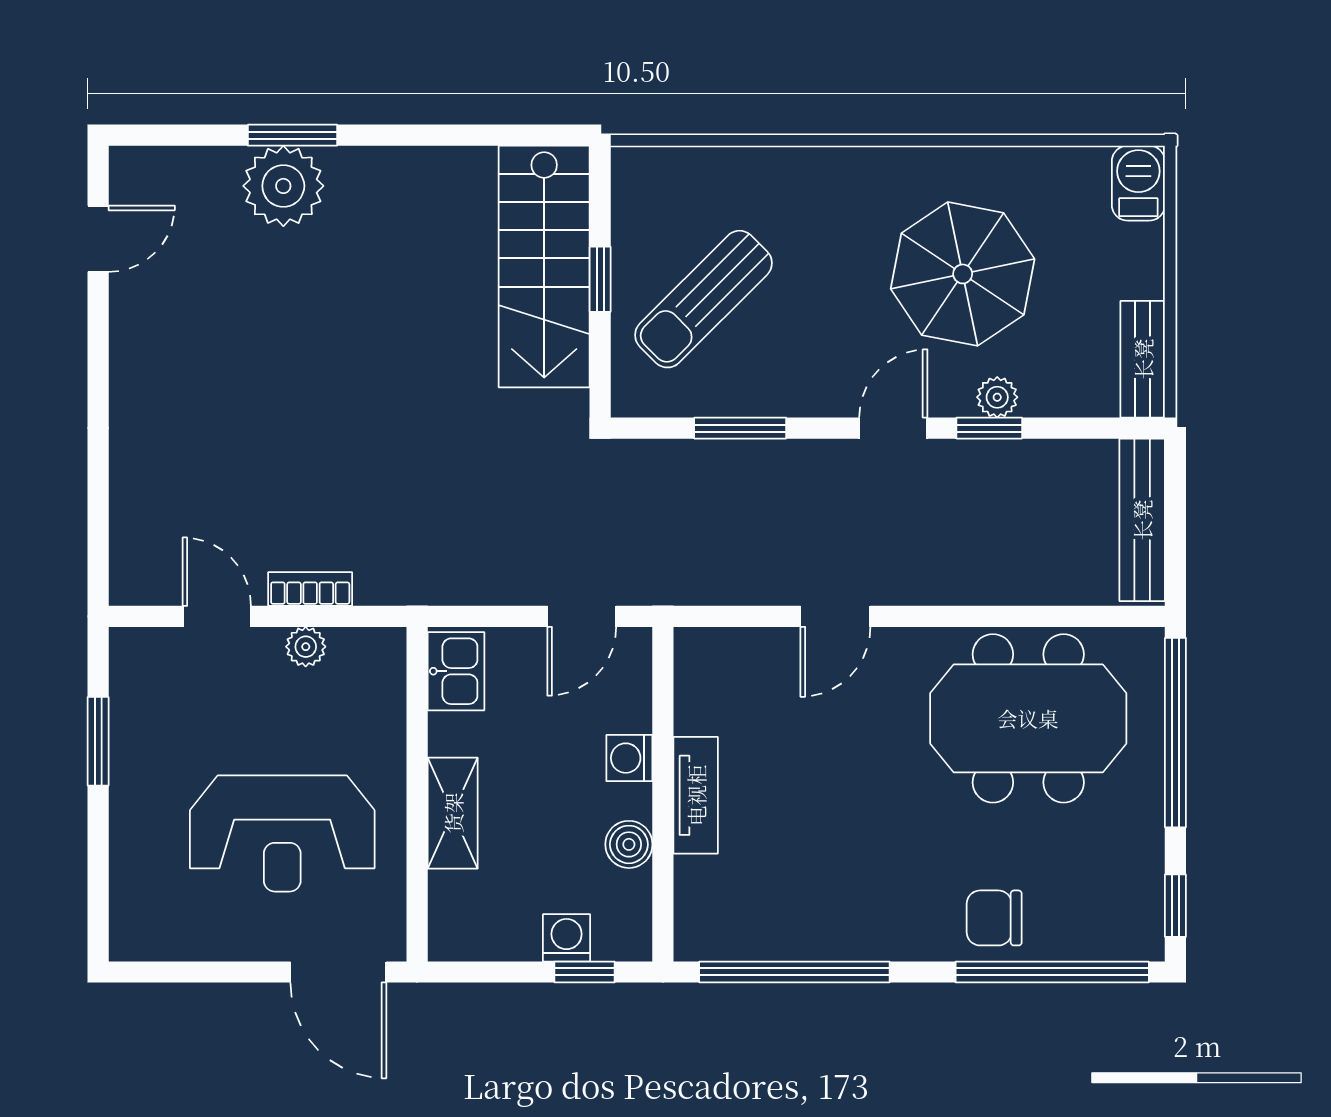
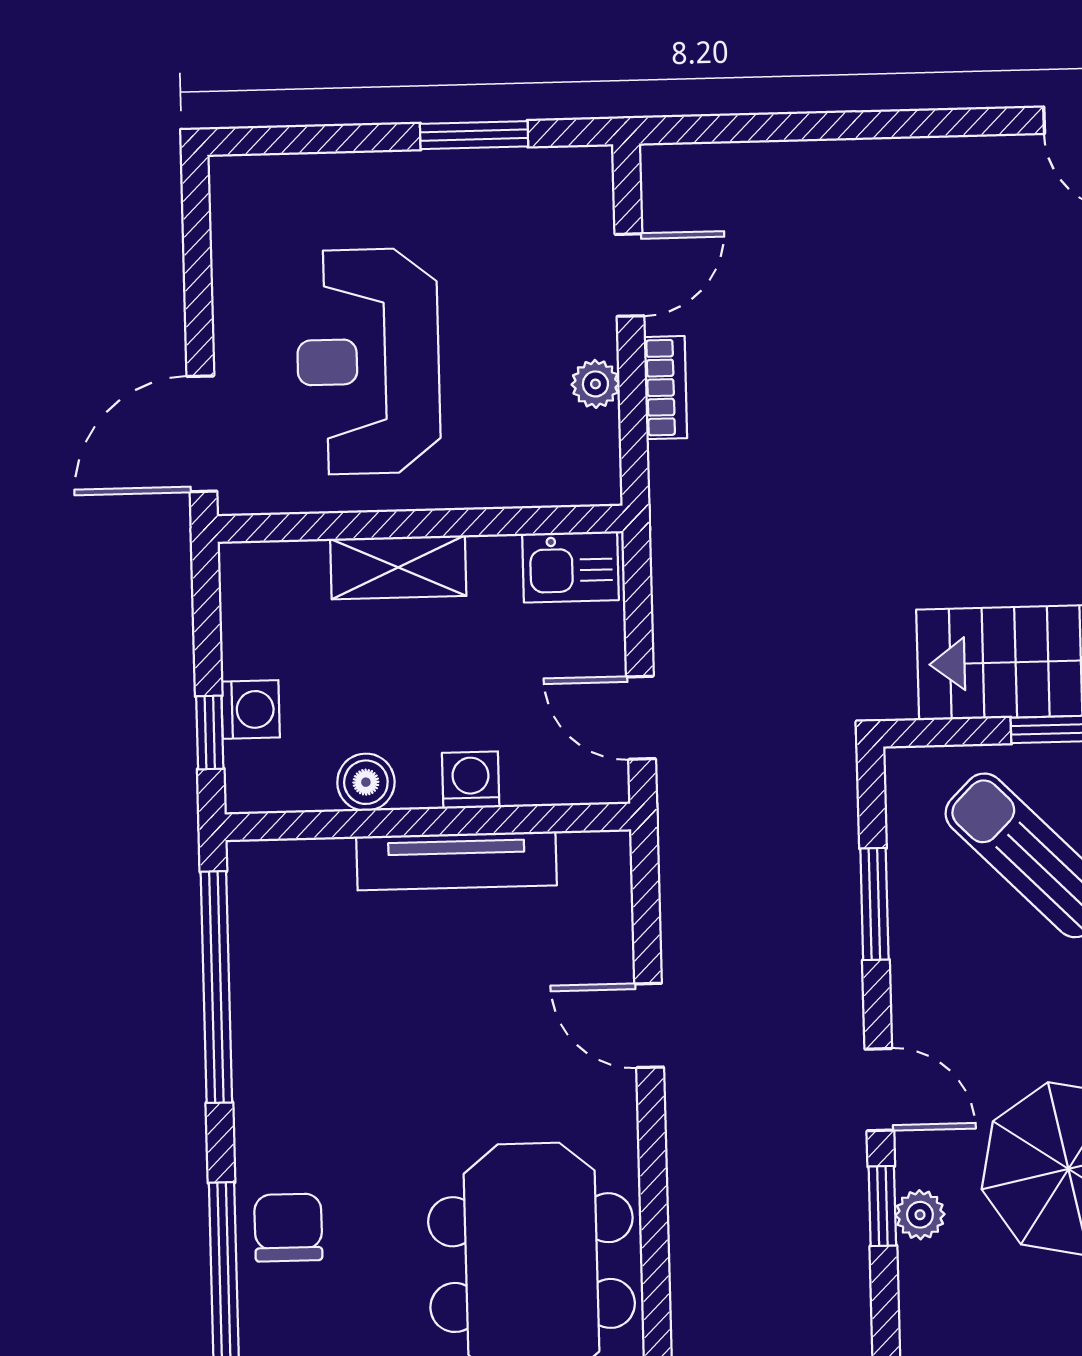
tv unit: (696, 795) -> (457, 861), width x1.41

